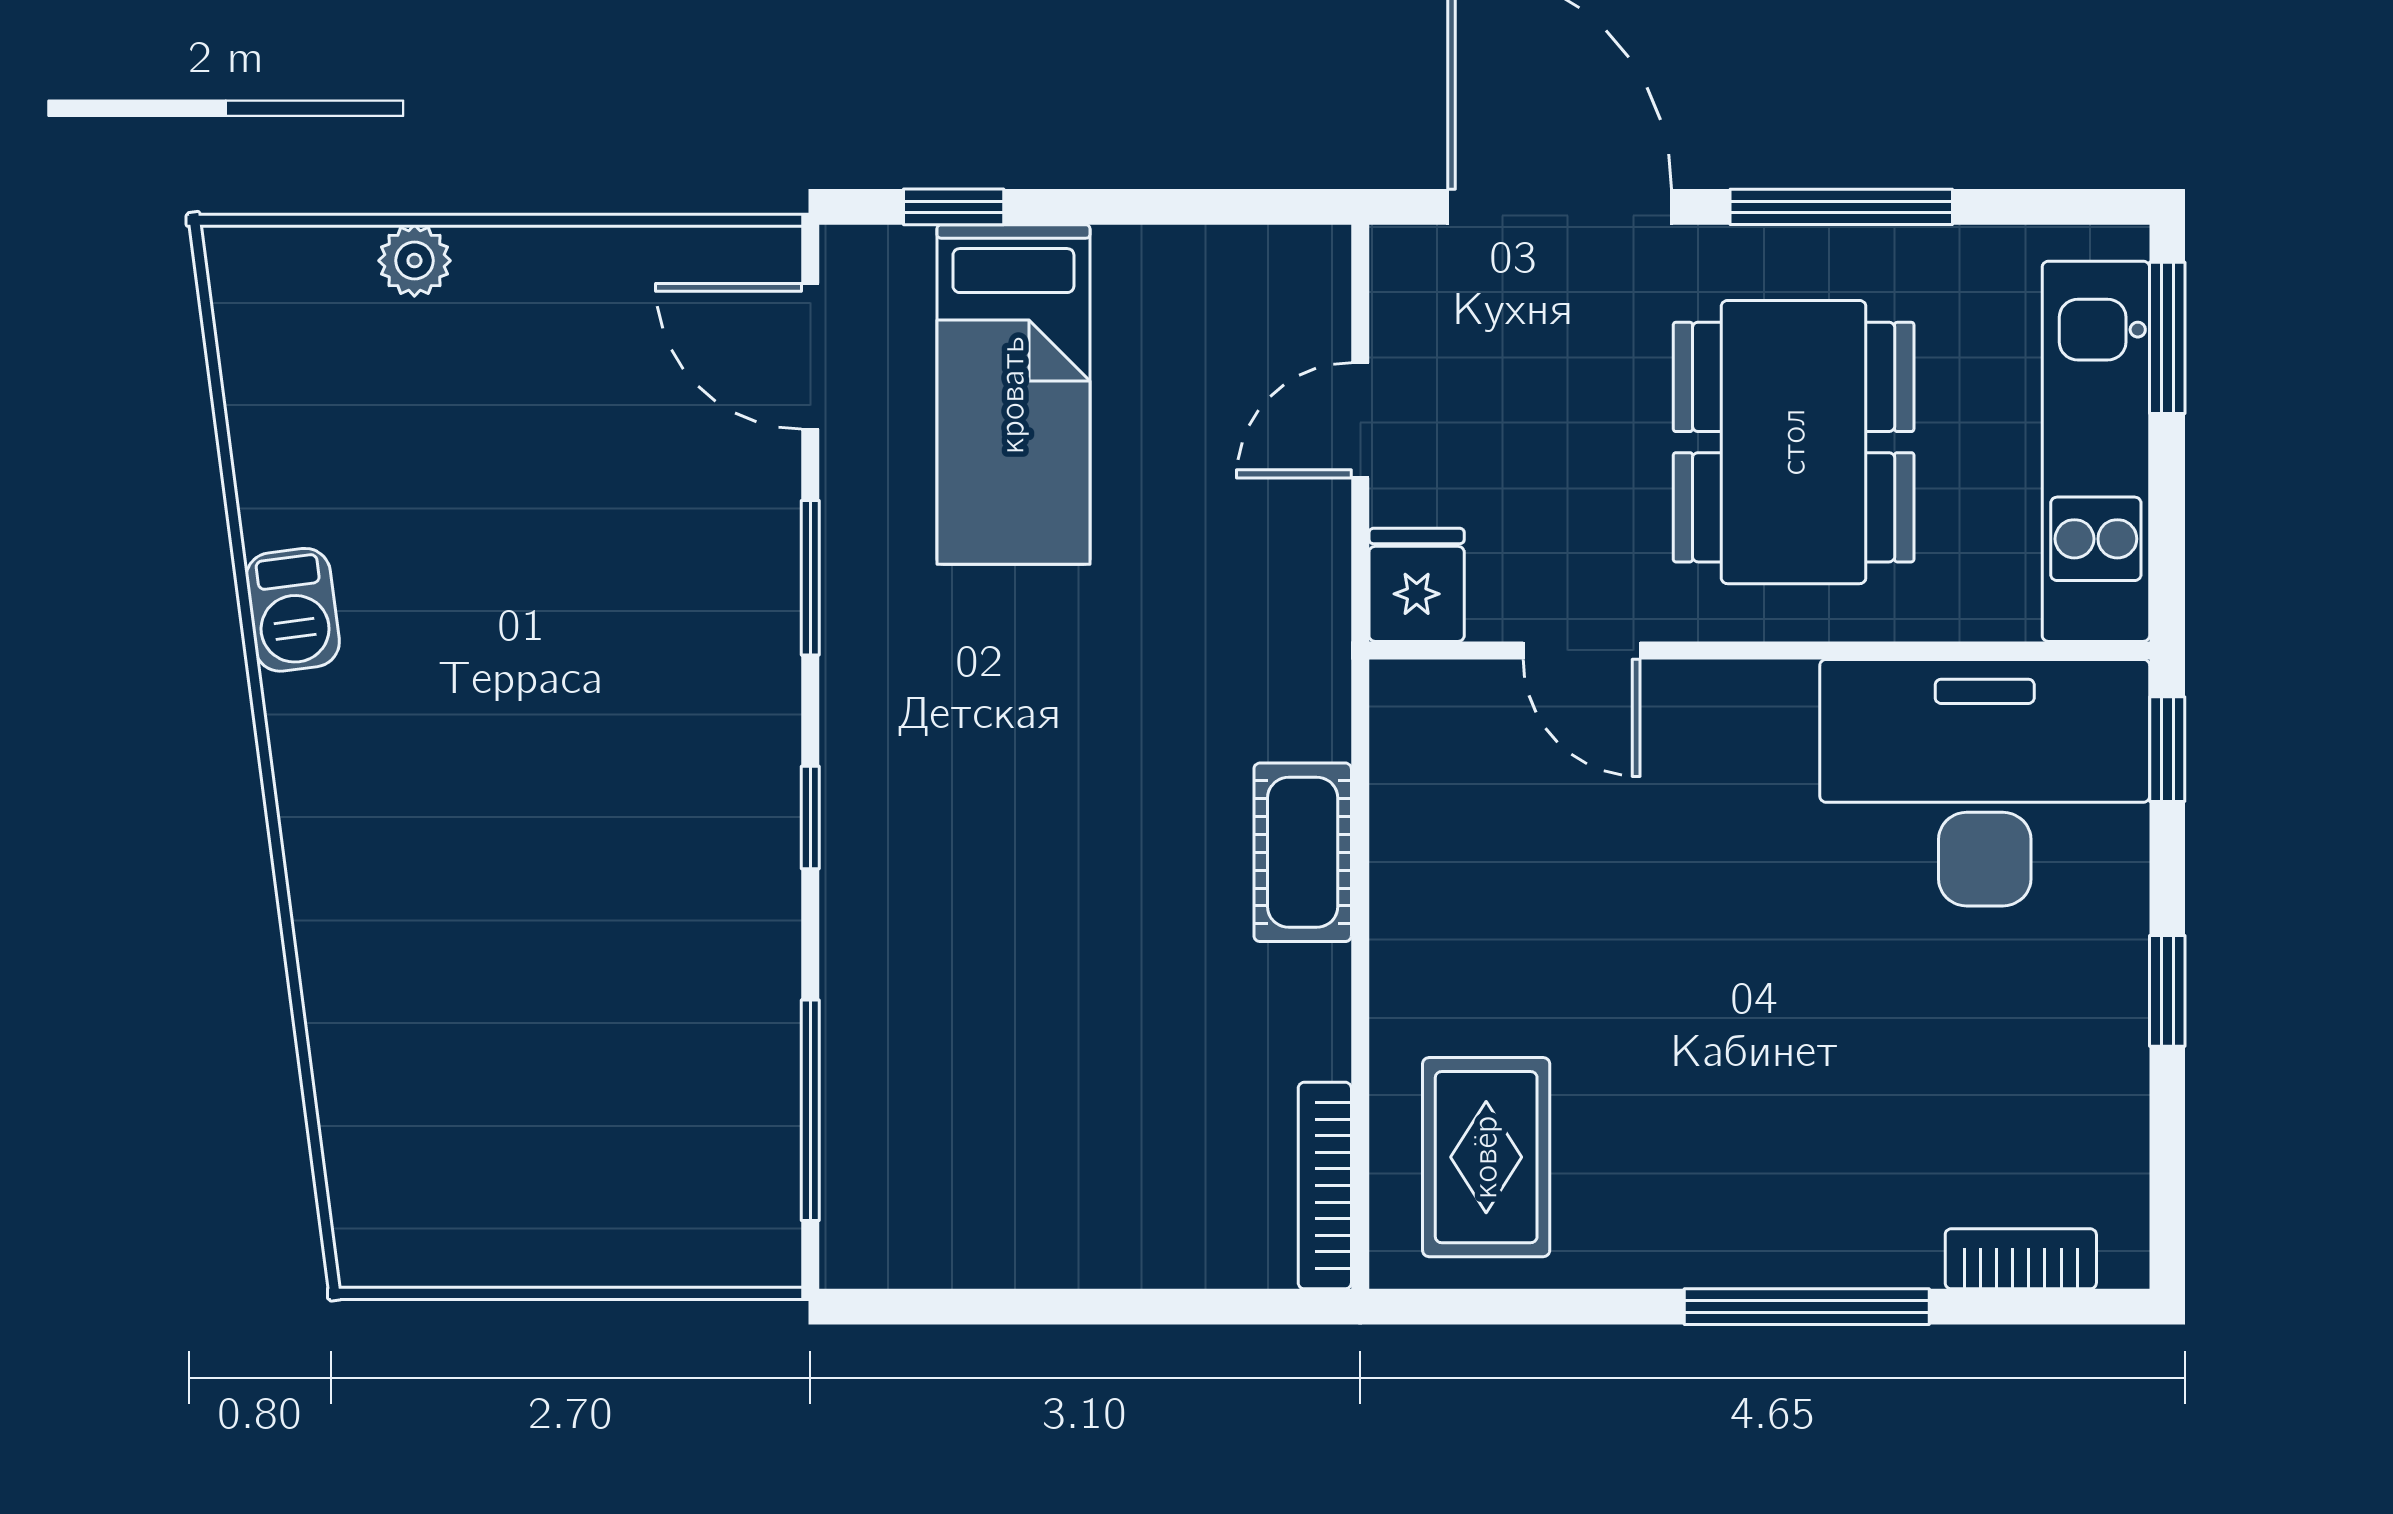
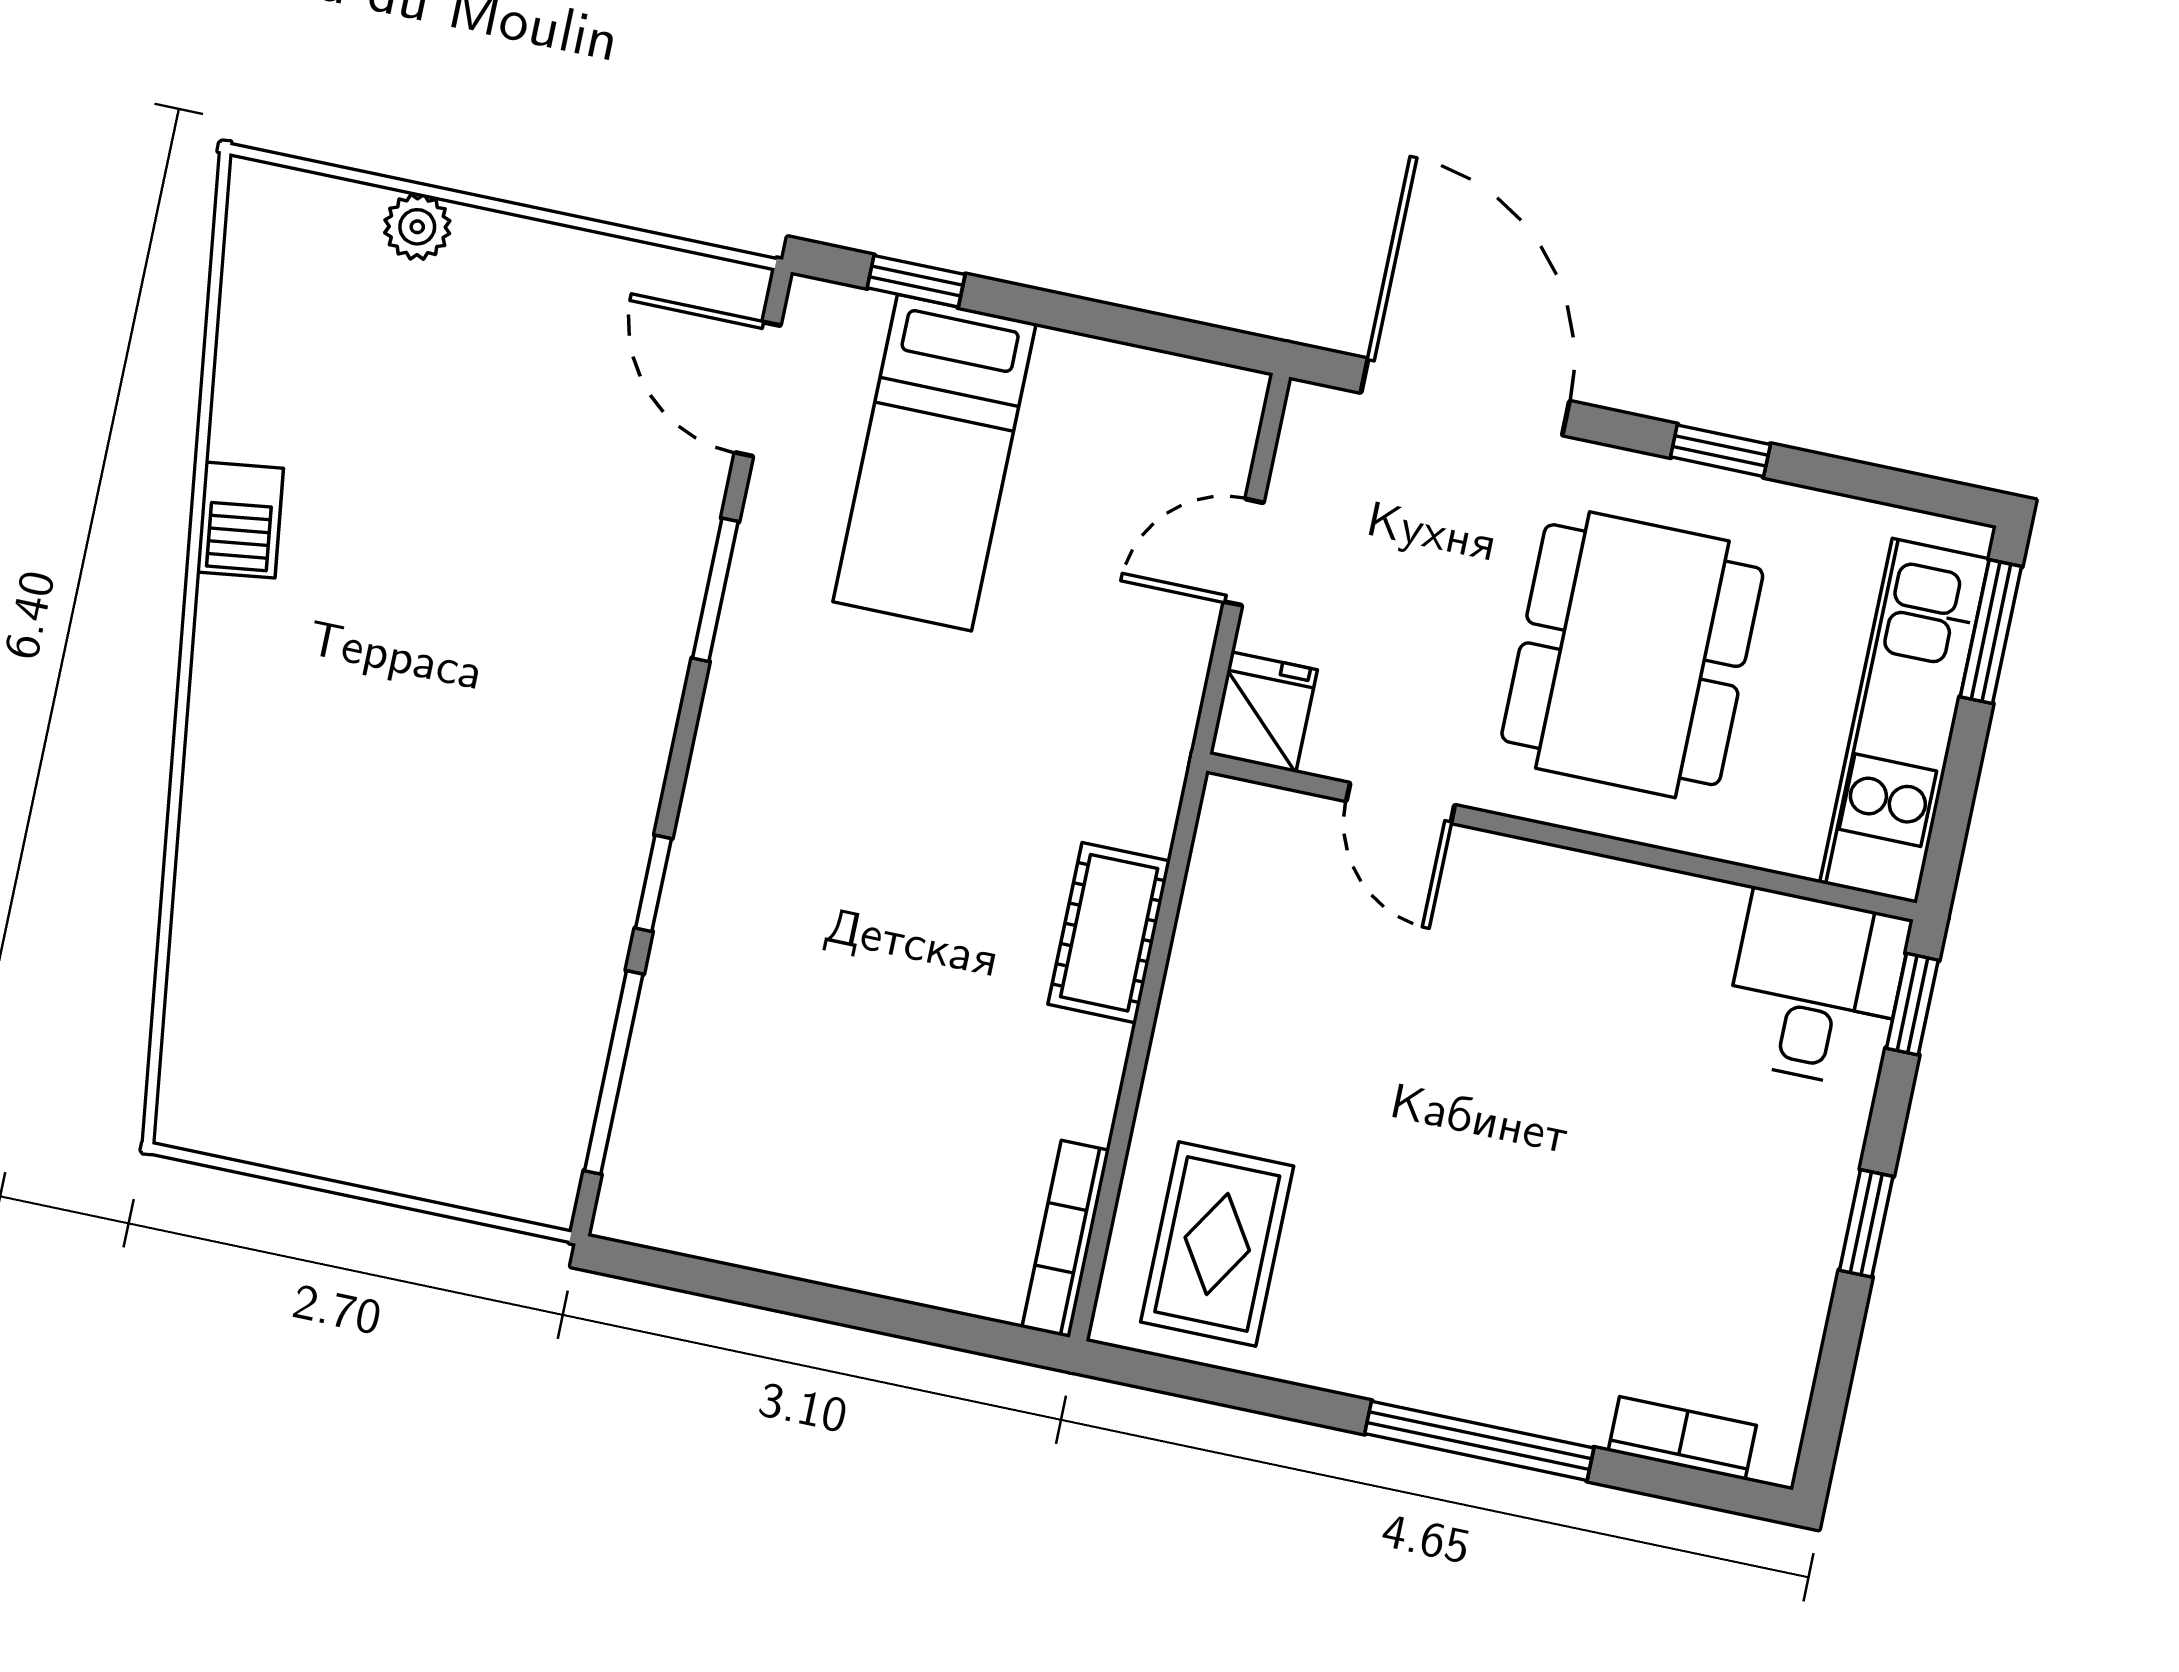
window: (1841, 207) -> (1720, 451), width x0.46
desk: (1985, 783) -> (1816, 989), width x0.53, depth x0.77
window: (810, 817) -> (653, 883), moved

